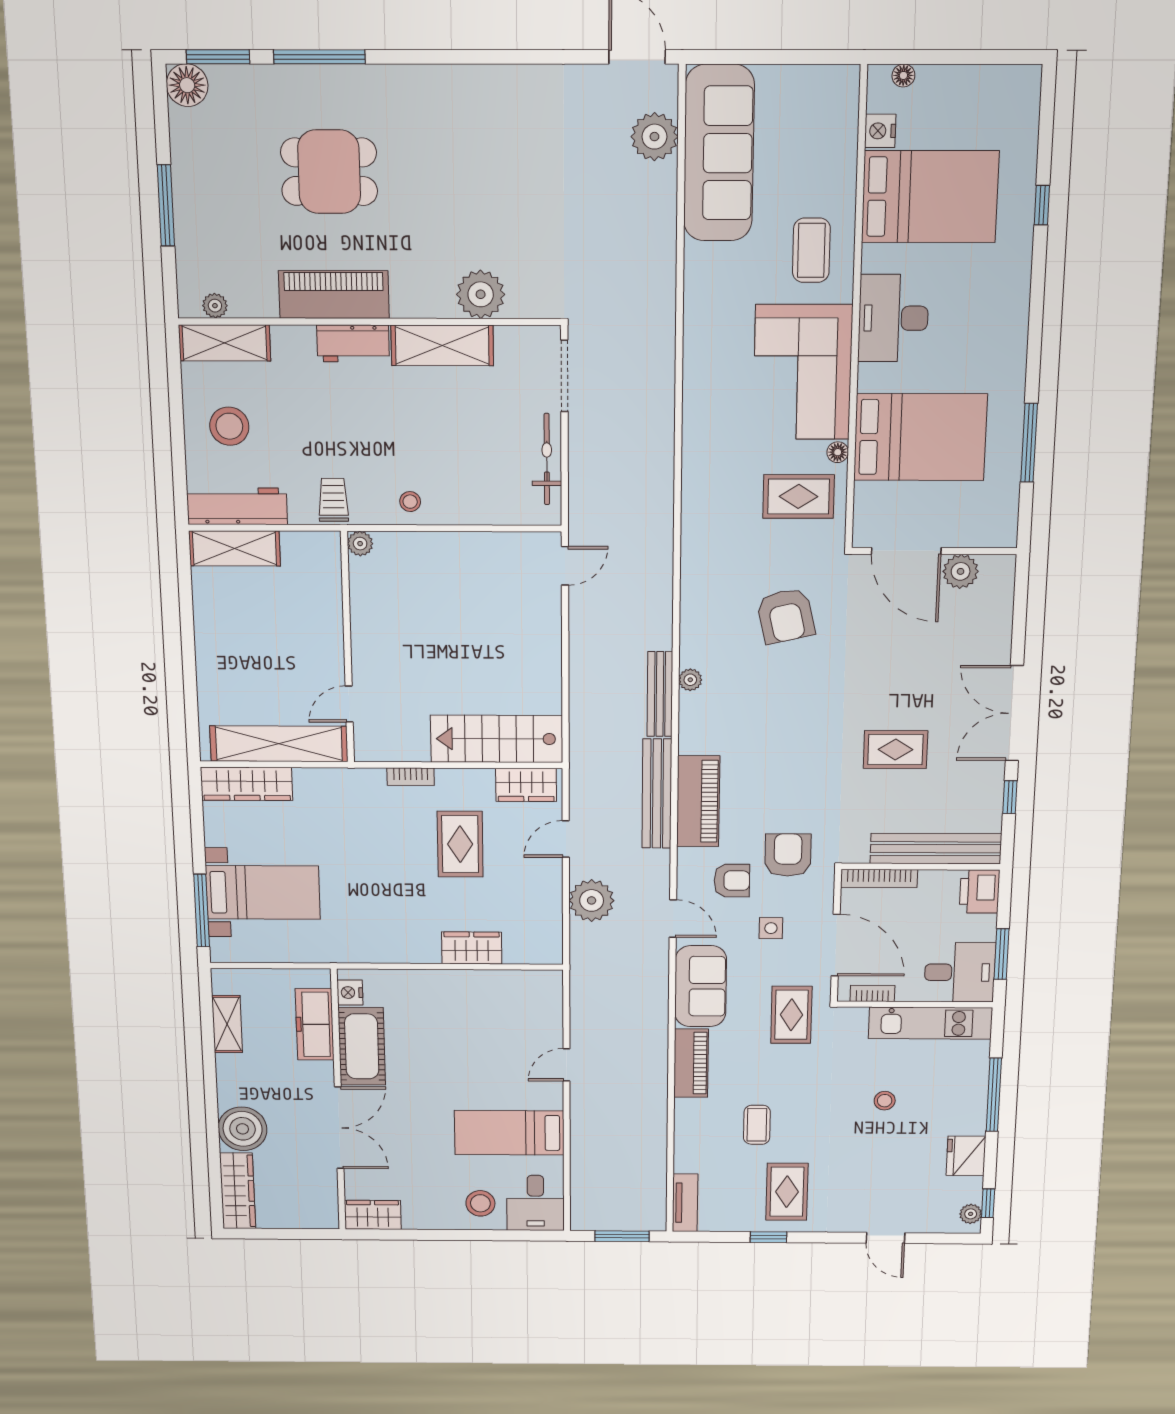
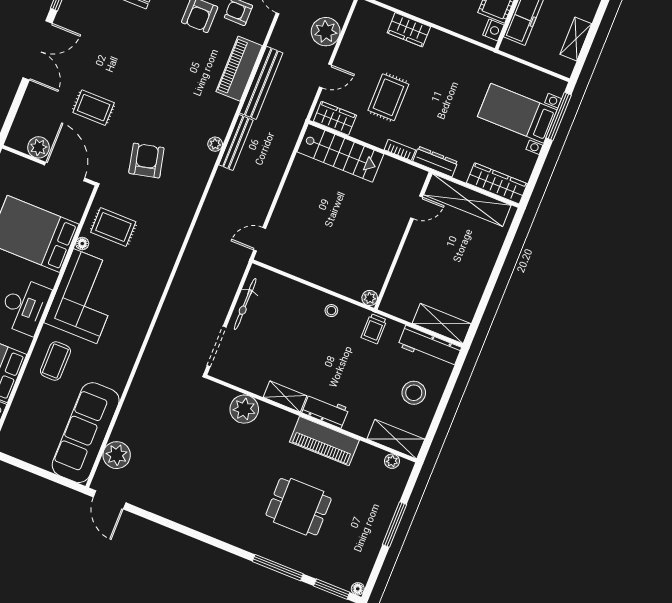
floor lamp: (187, 85) -> (358, 589), width x0.53, depth x0.53
shelving: (442, 345) -> (285, 396), width x0.67, depth x0.75
rug: (895, 750) -> (94, 108), moved
dresser: (351, 780) -> (435, 161), added

